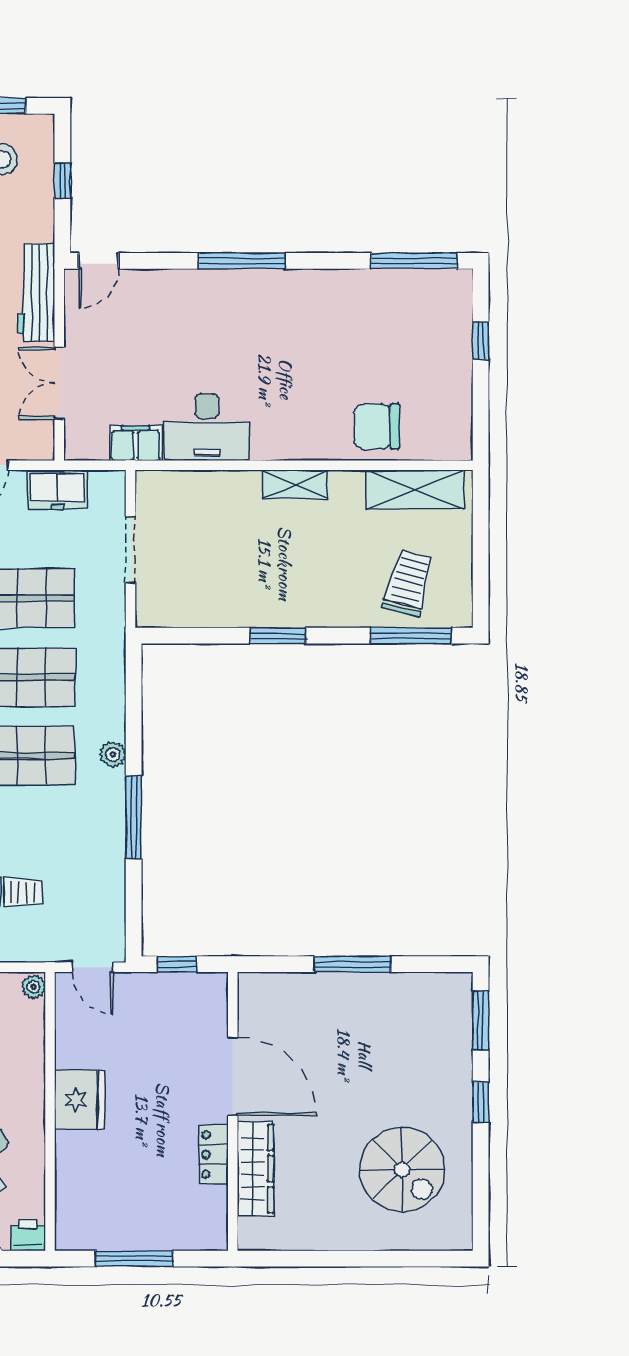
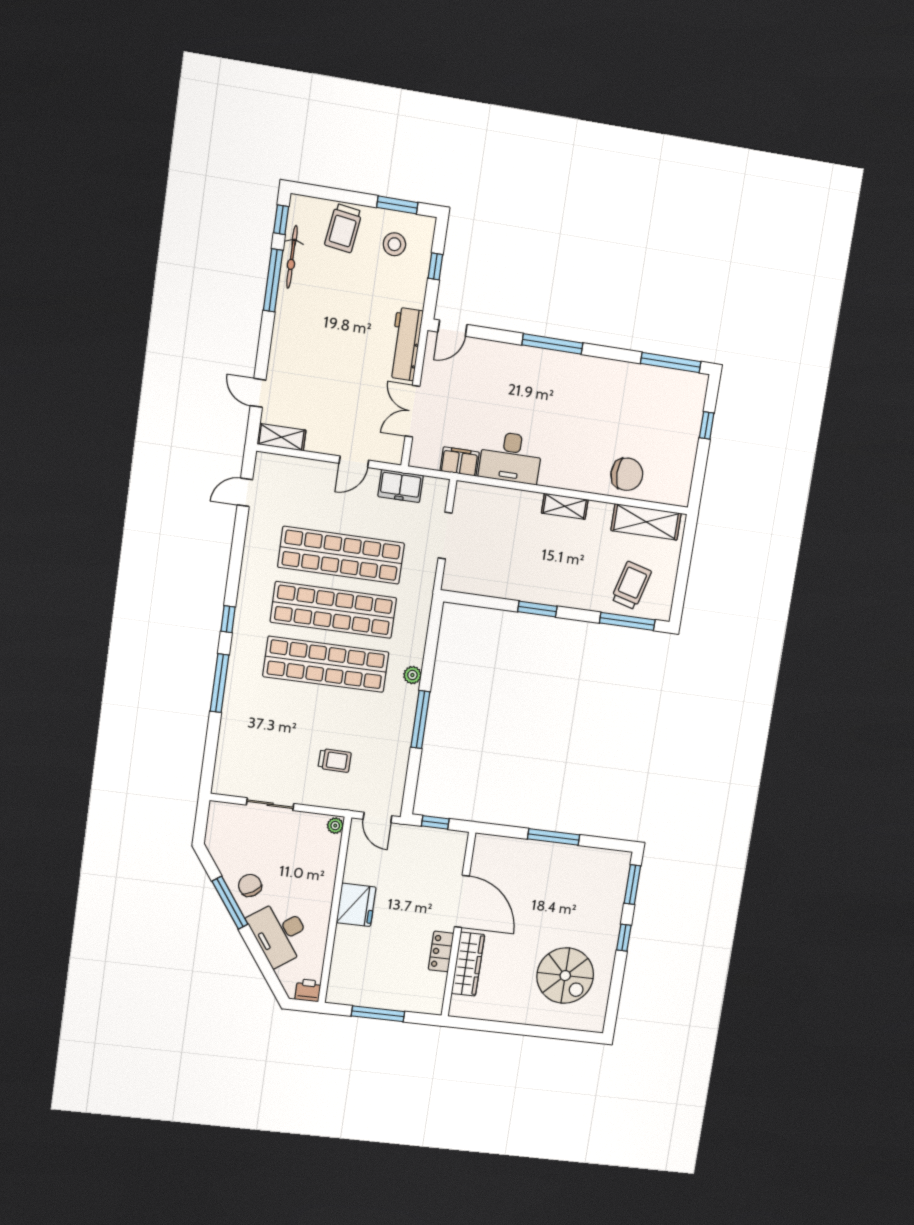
chair: (377, 426) -> (627, 474), turned 180

